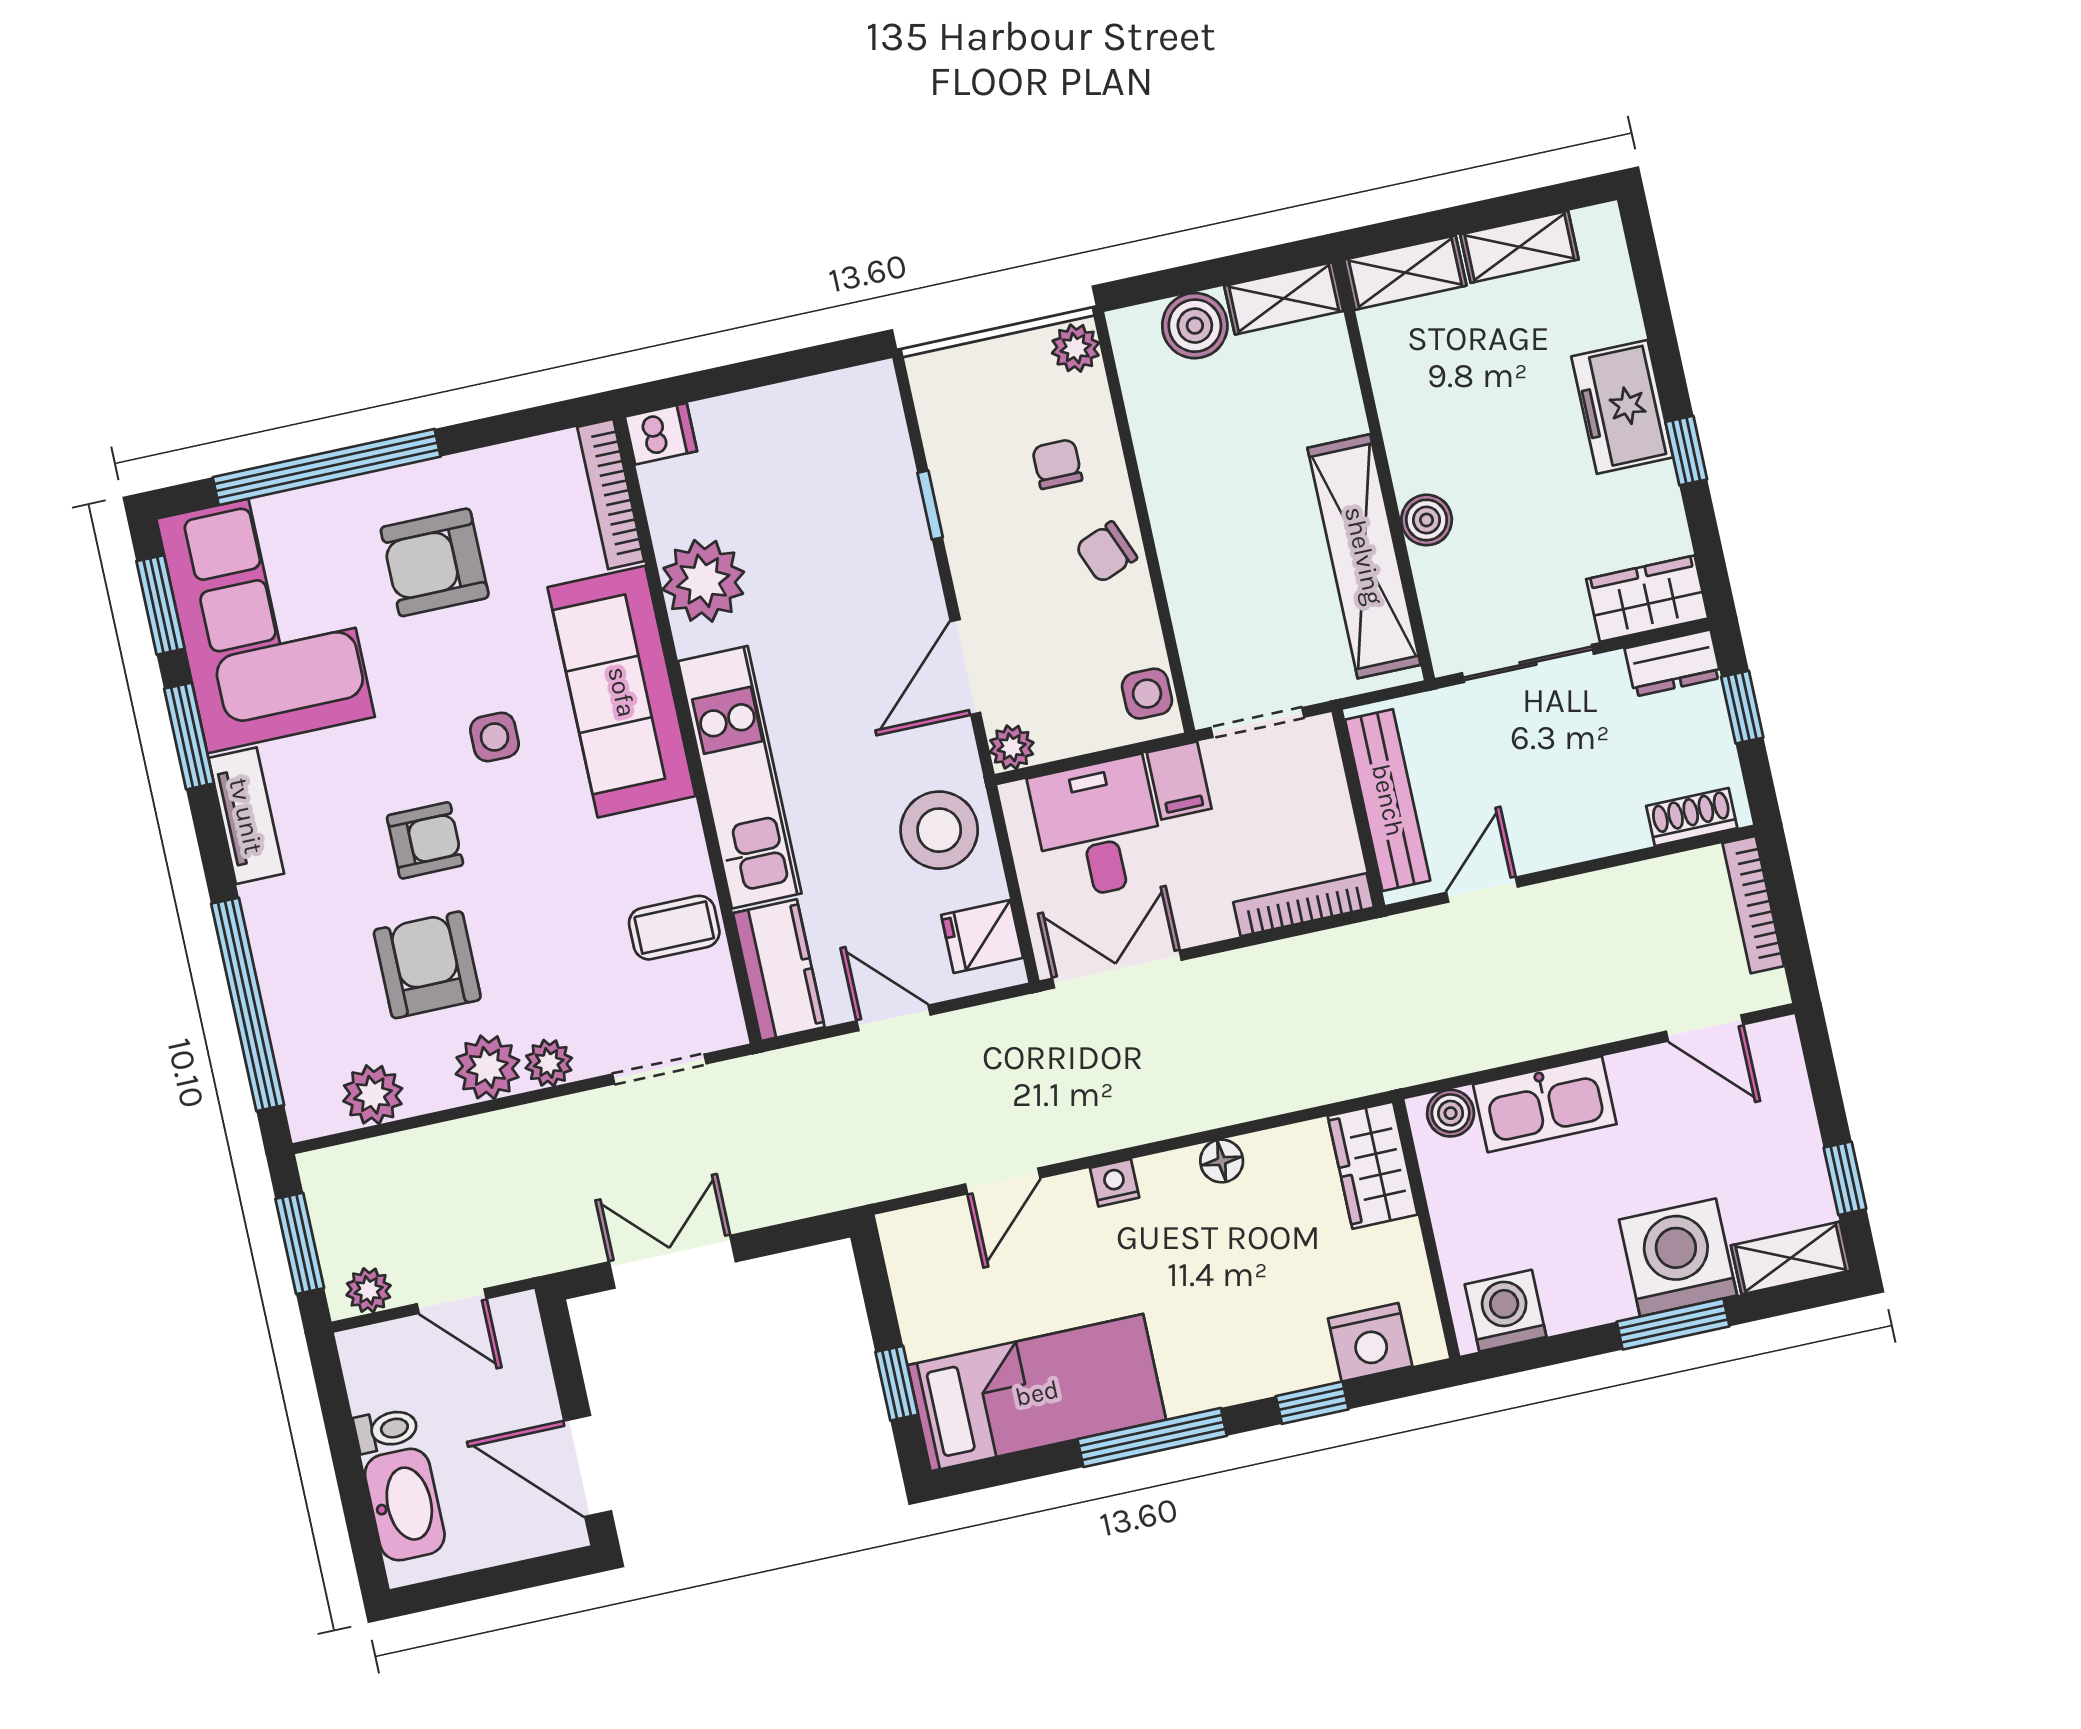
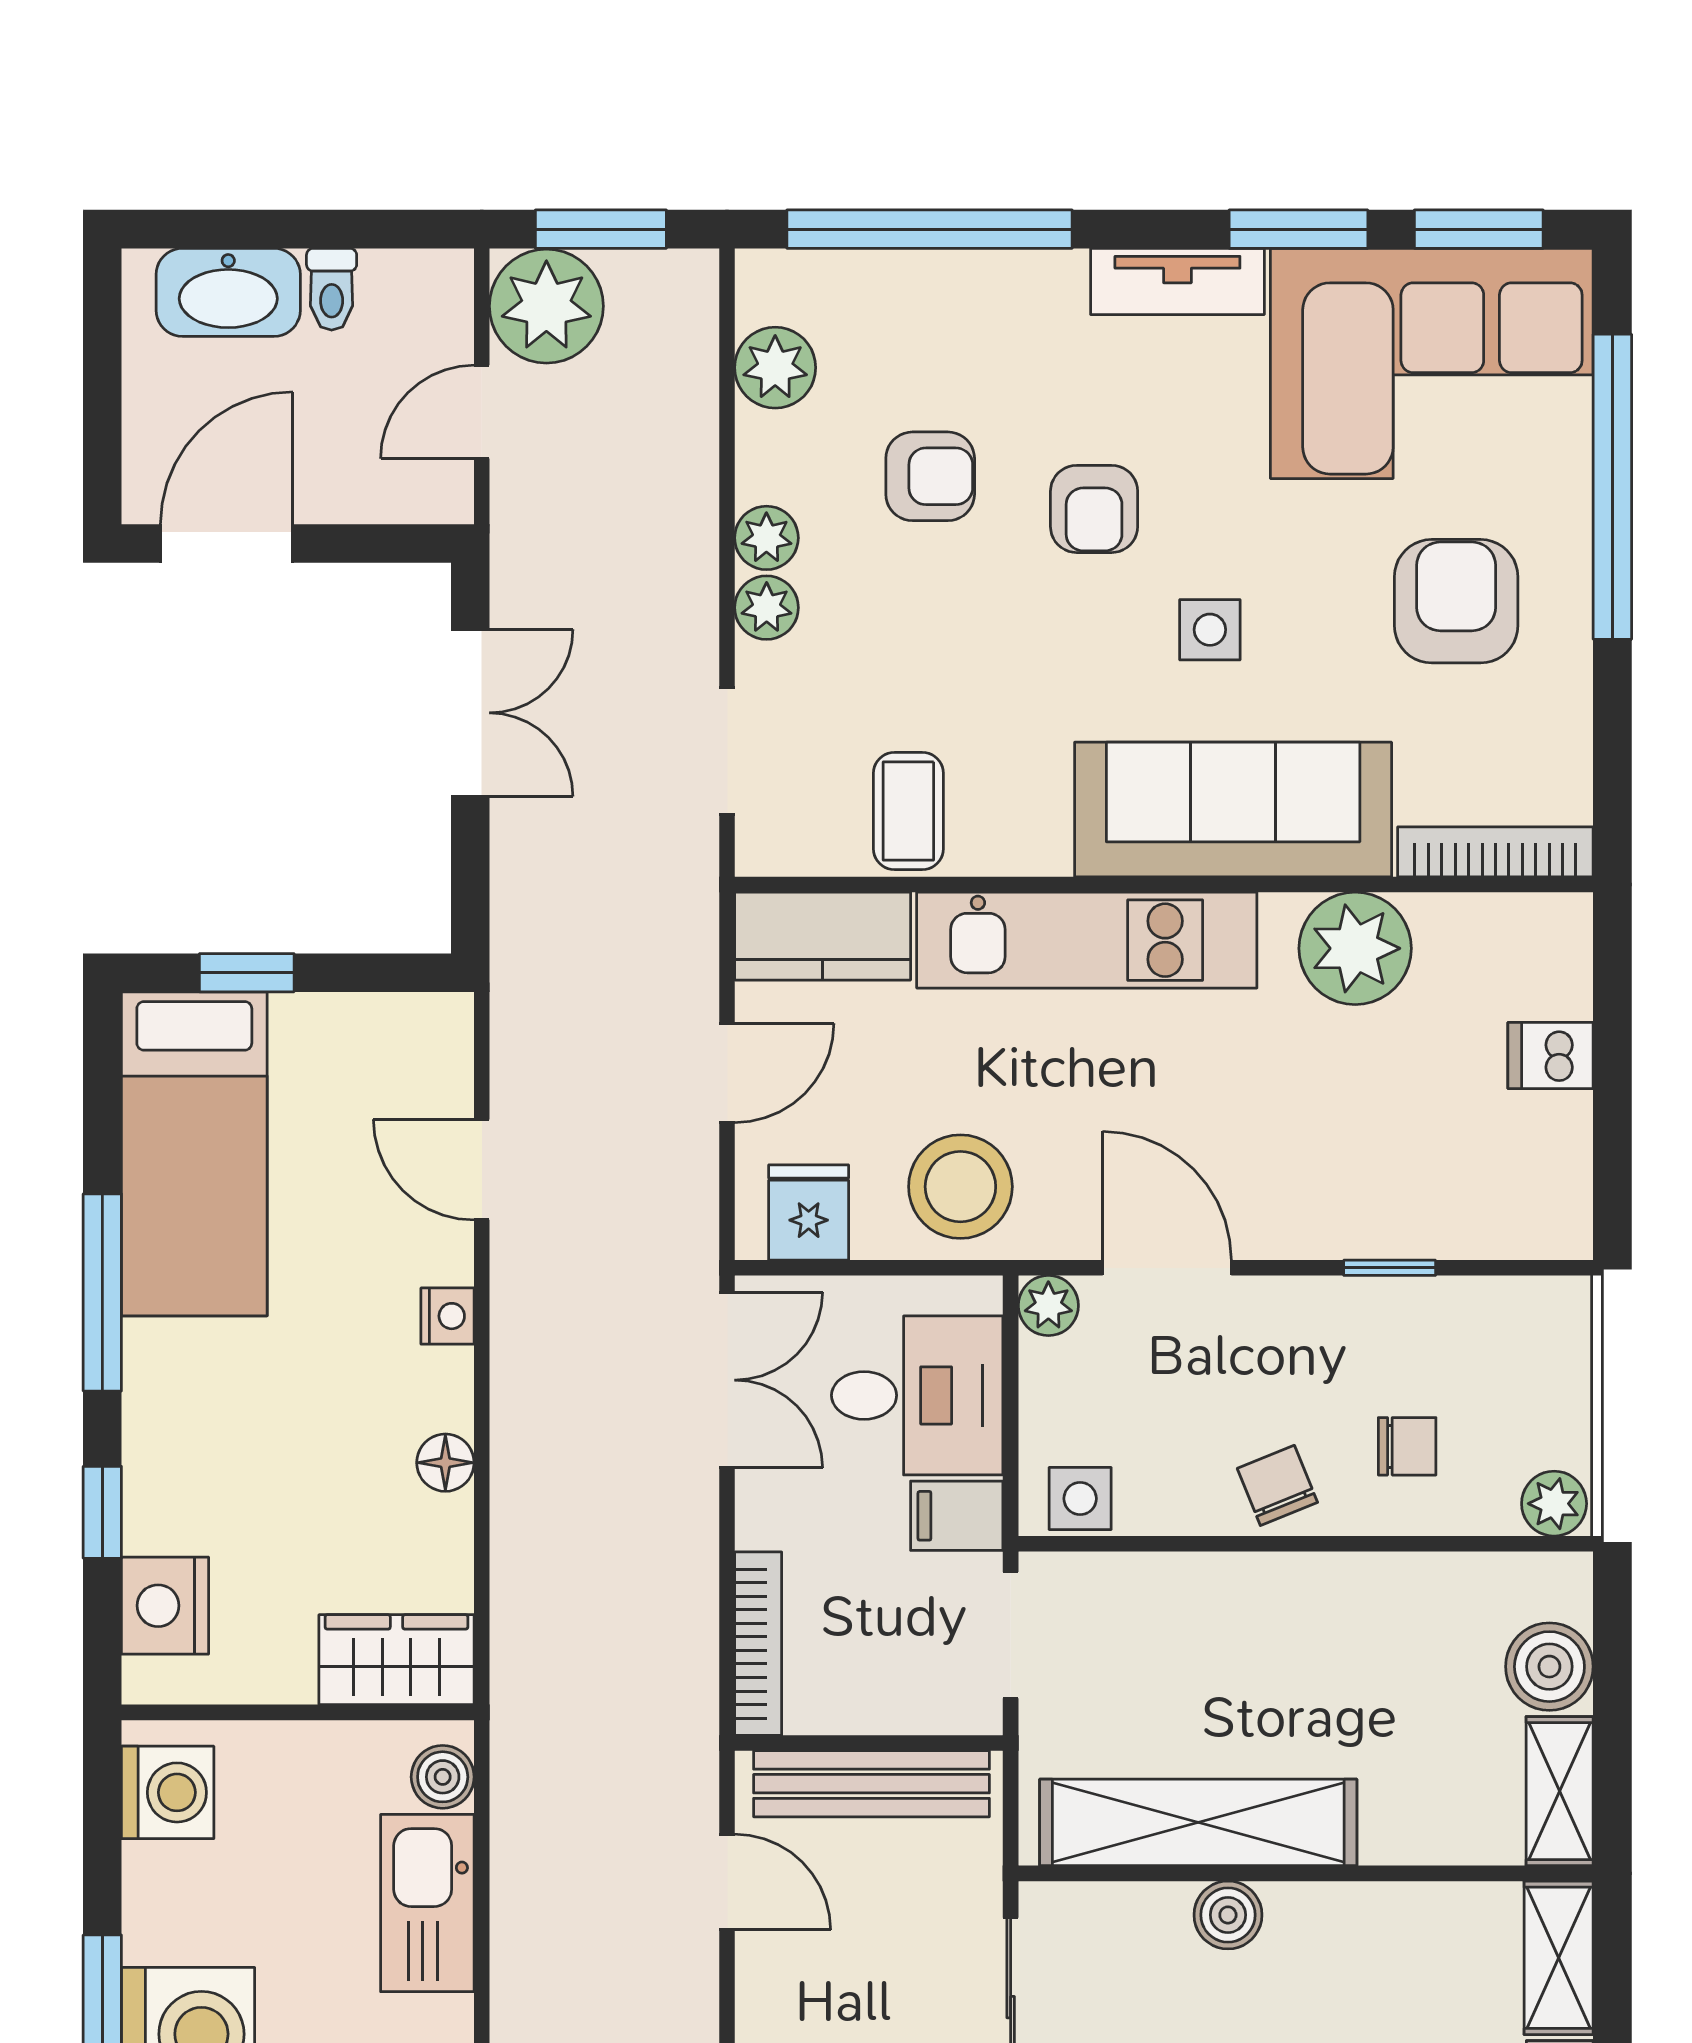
dishwasher: (661, 434) -> (1551, 1056), moved, turned 90
armchair: (427, 965) -> (930, 476), width x0.72, depth x0.72
plant: (487, 1067) -> (766, 538), width x0.73, depth x0.73
plant: (369, 1290) -> (546, 306), width x1.88, depth x1.88

